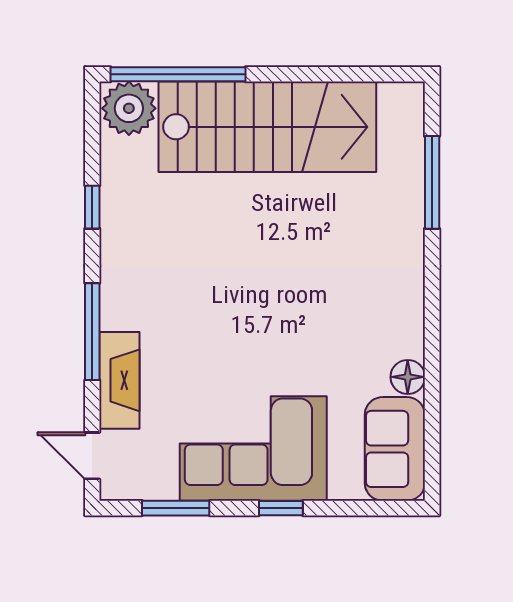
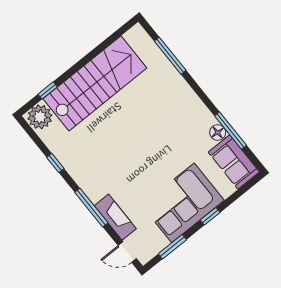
window: (178, 74) -> (48, 90), width x0.32
window: (432, 391) -> (230, 131), added

